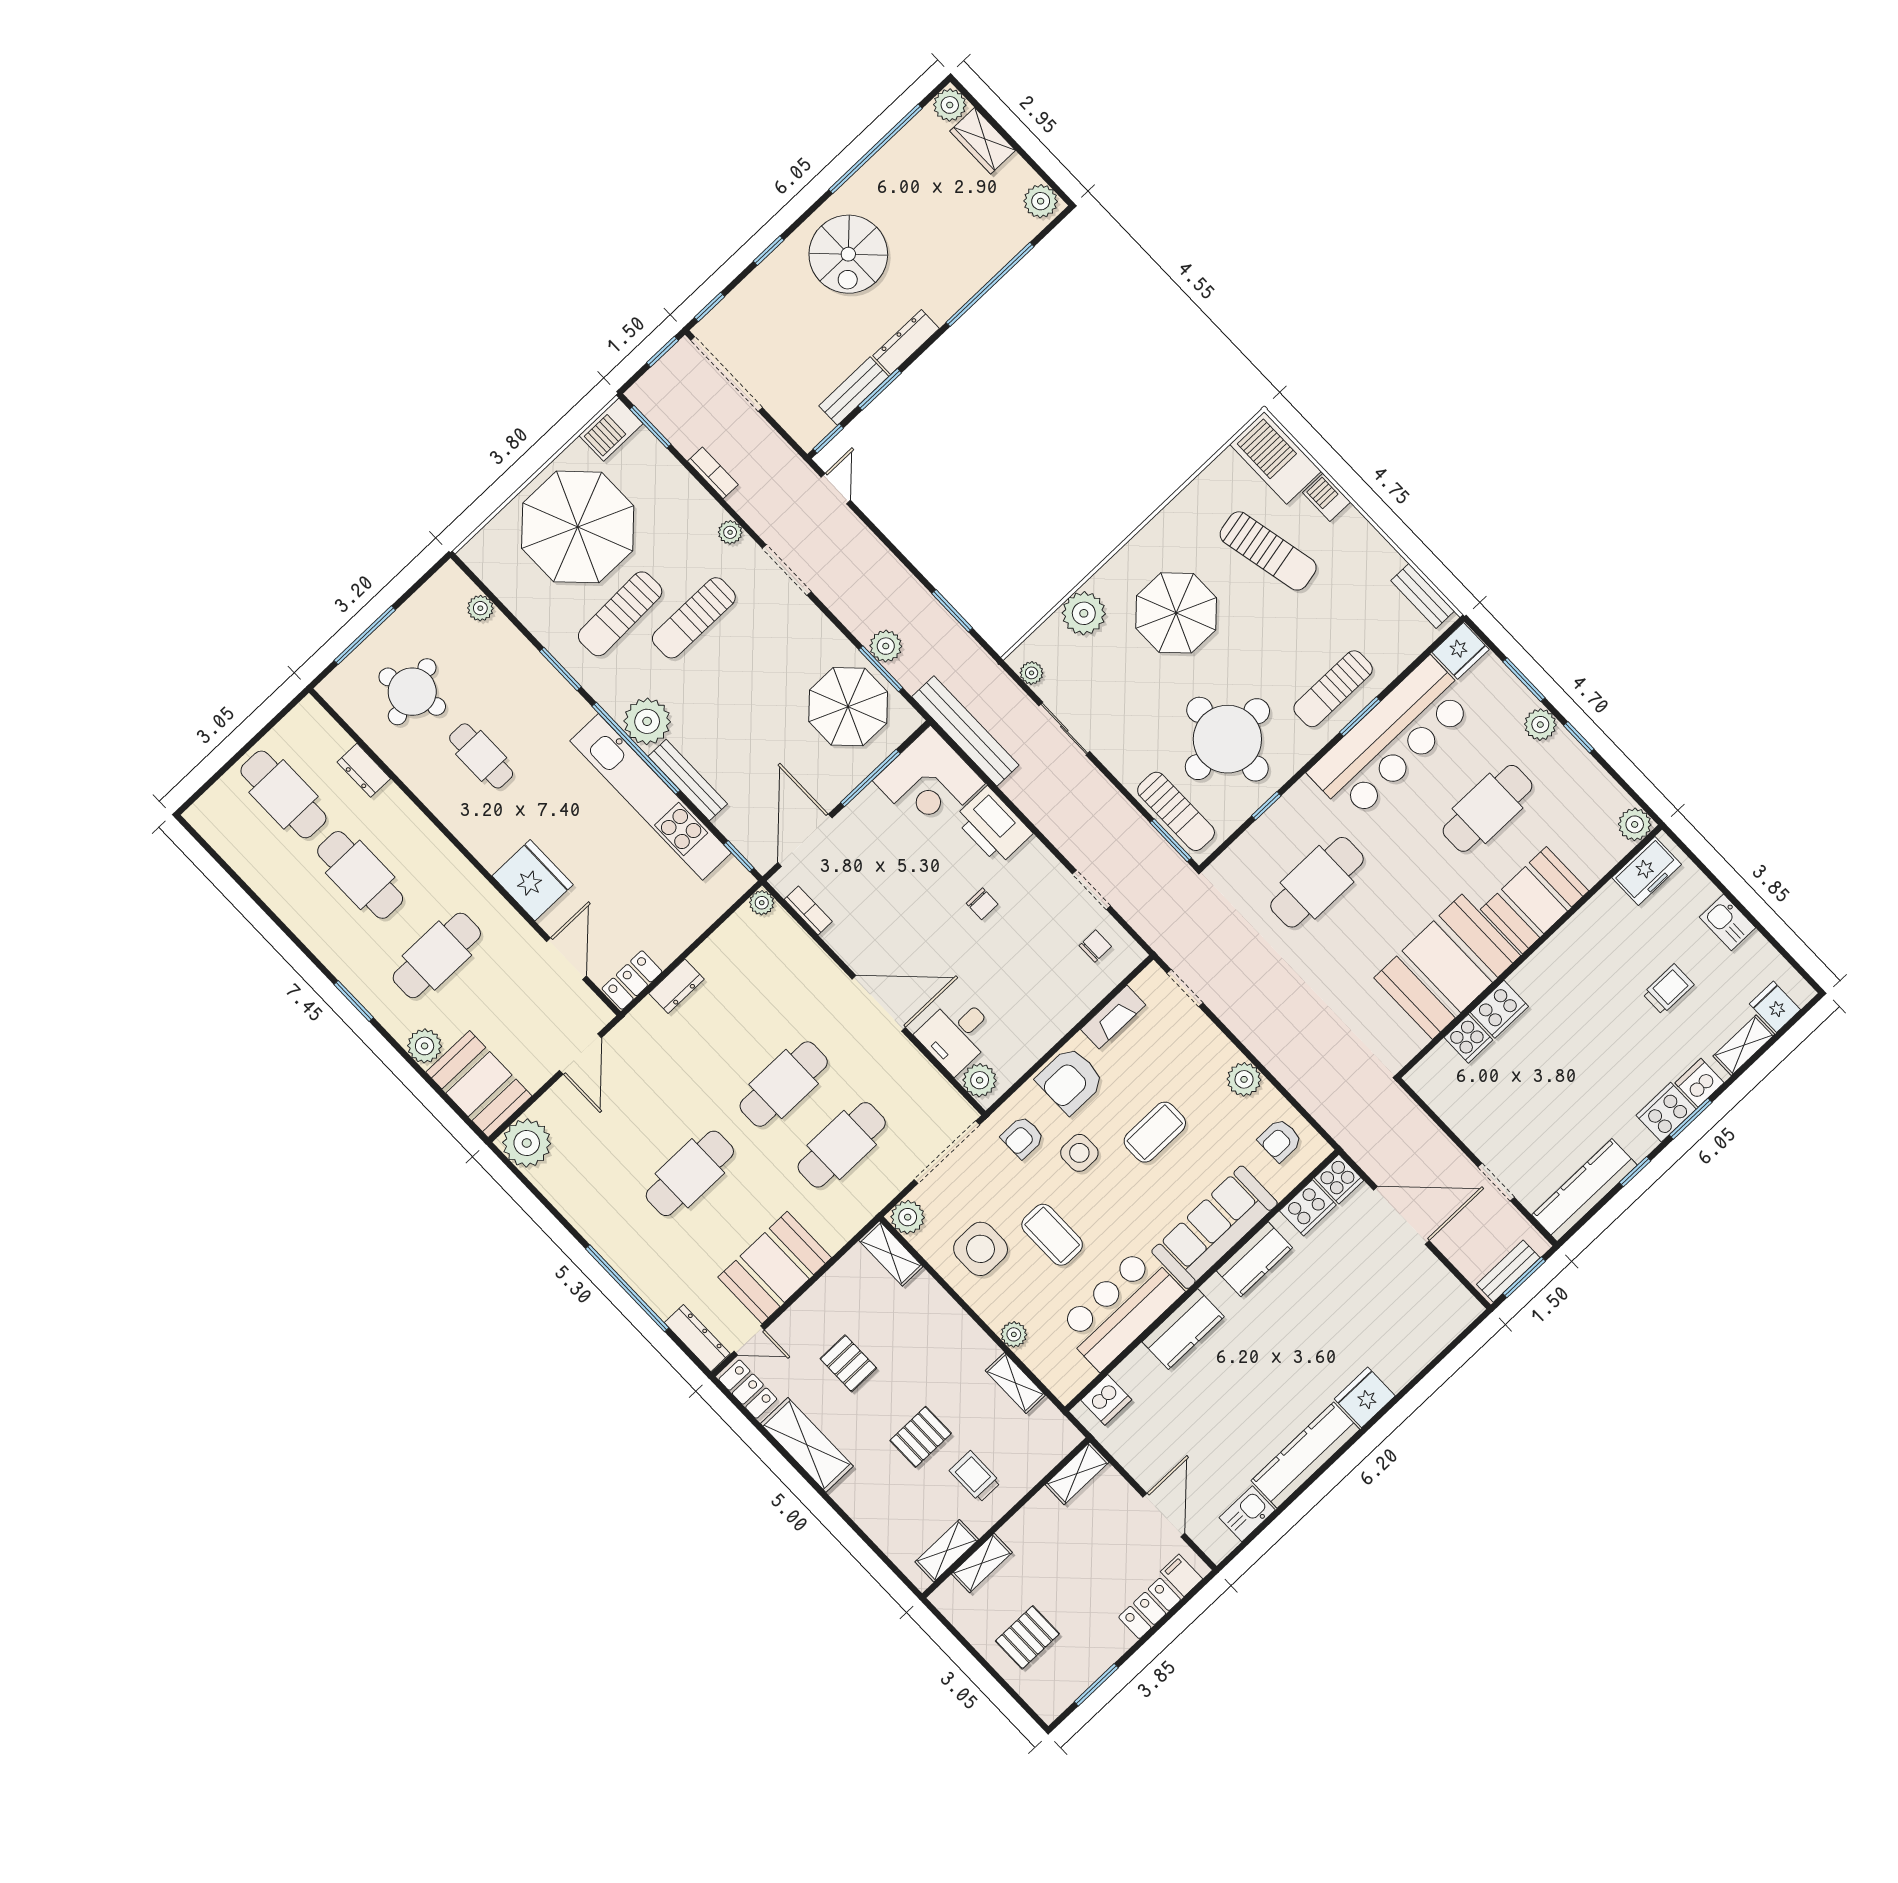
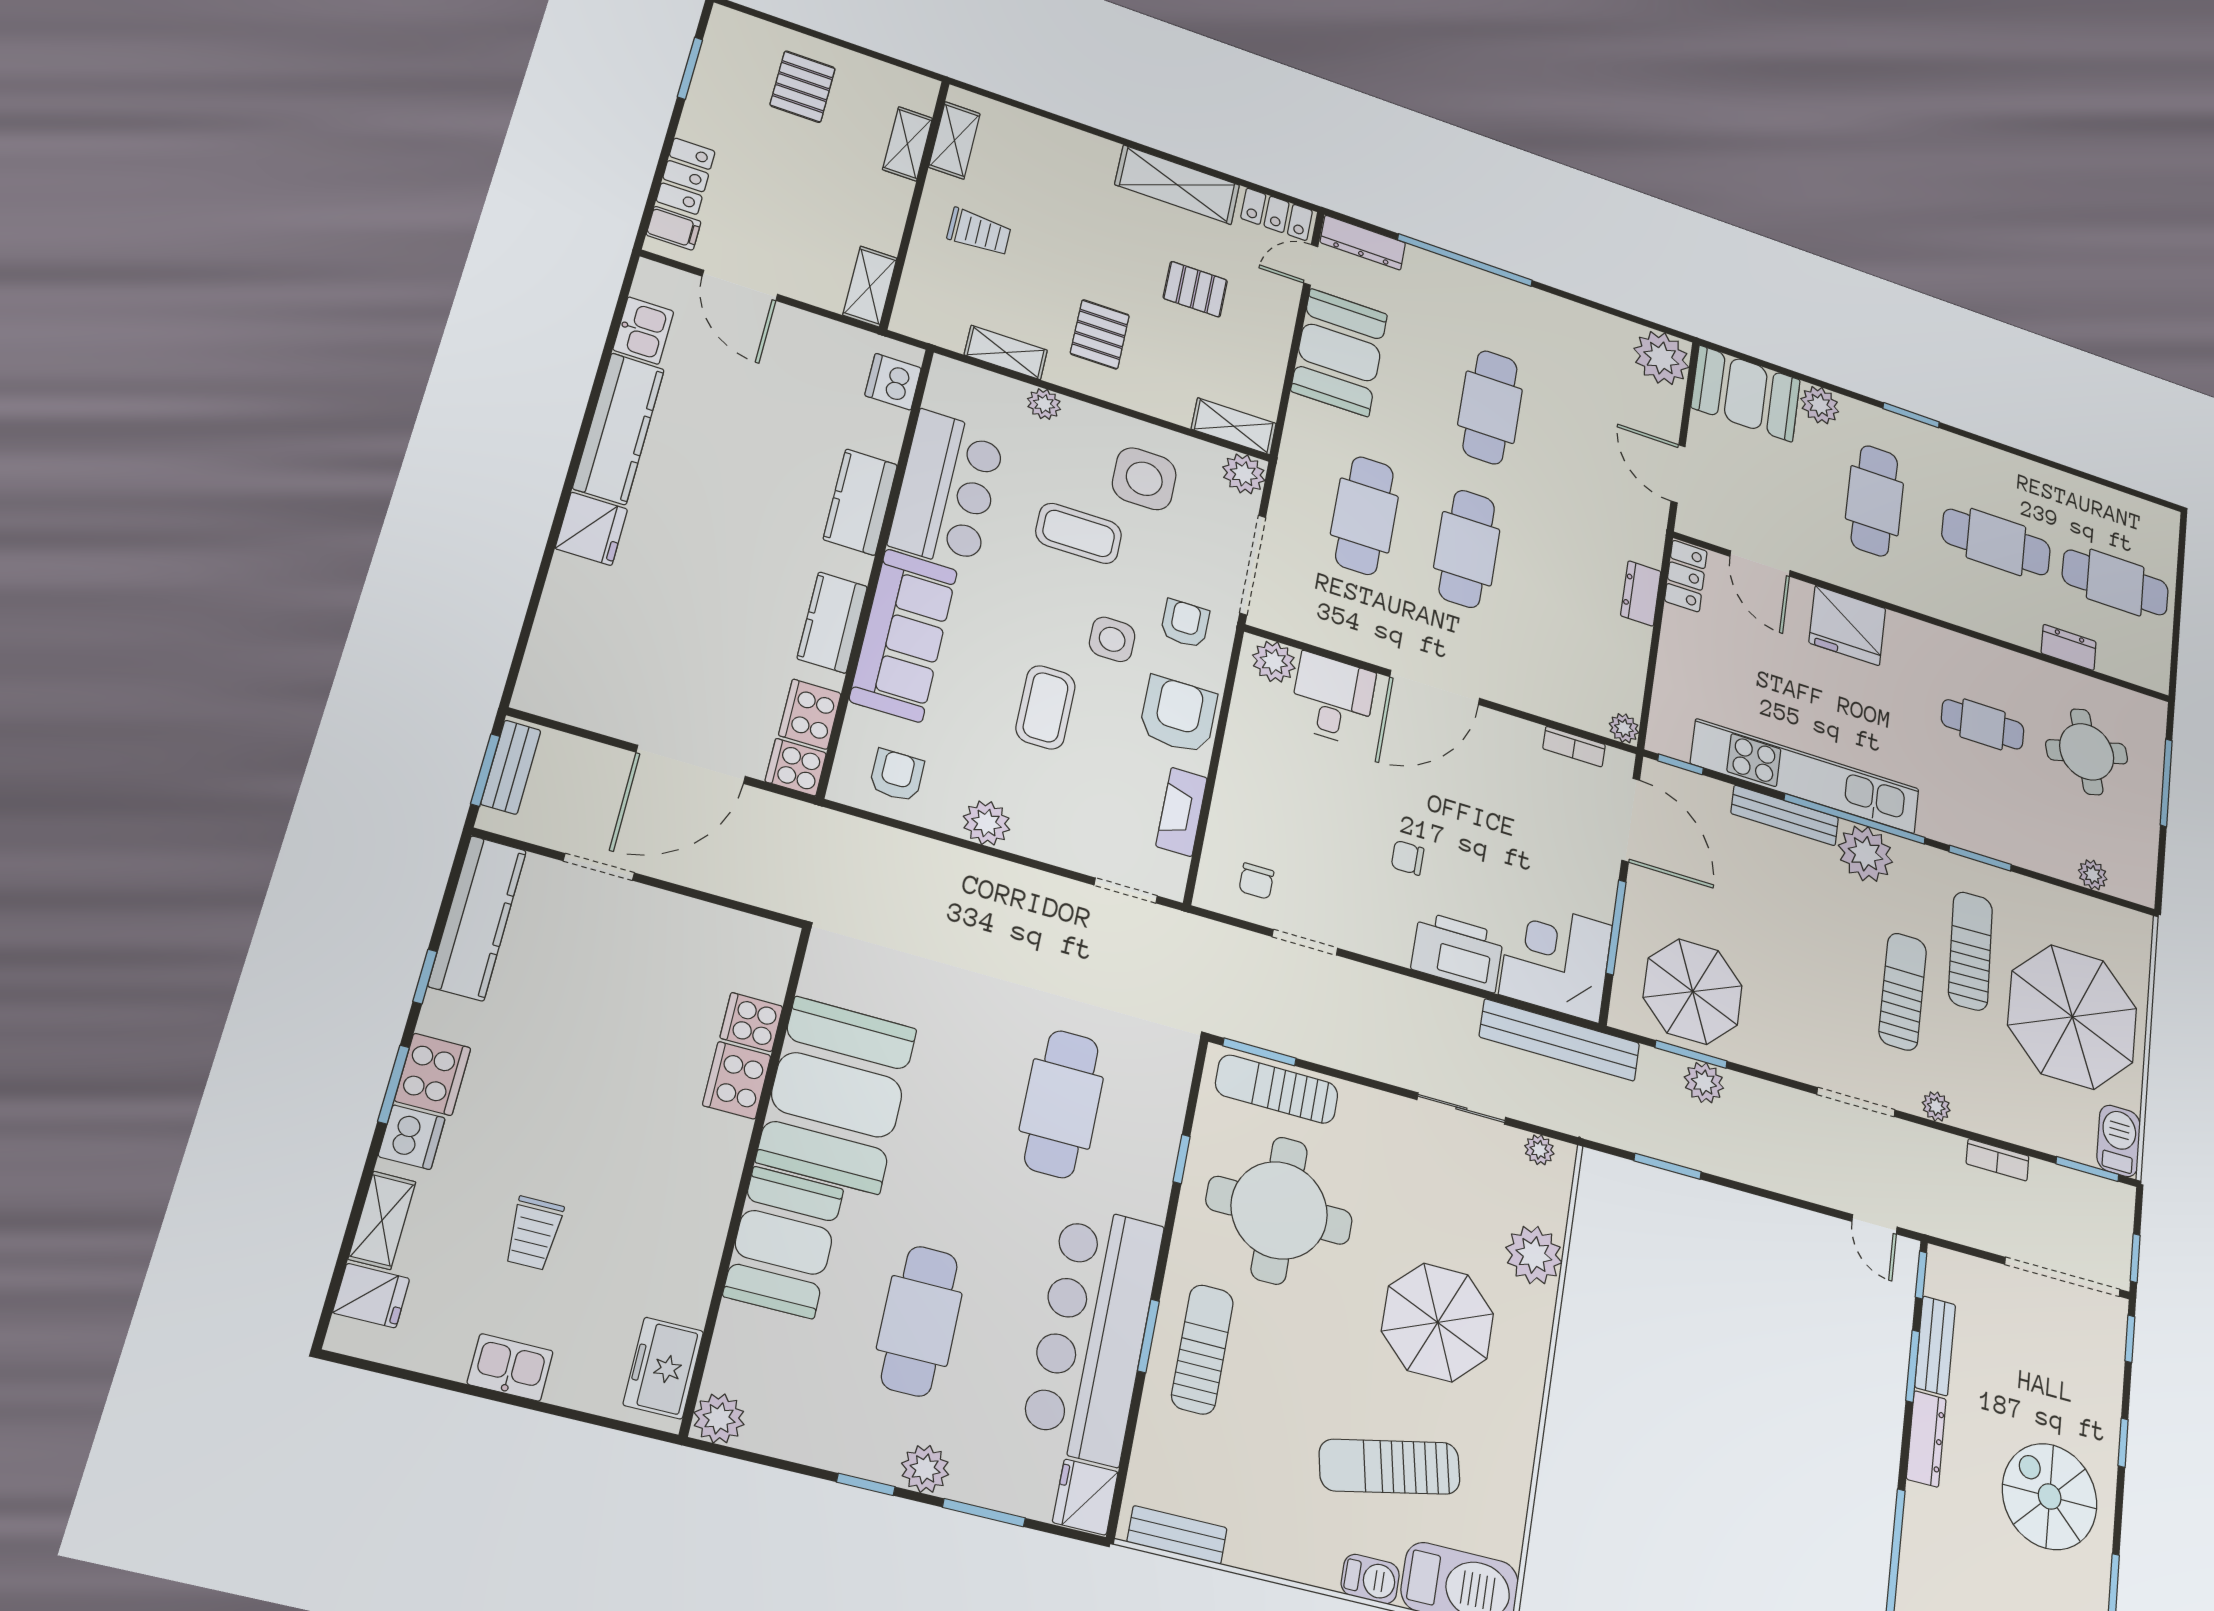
pallet: (921, 1437) -> (1100, 334), moved

